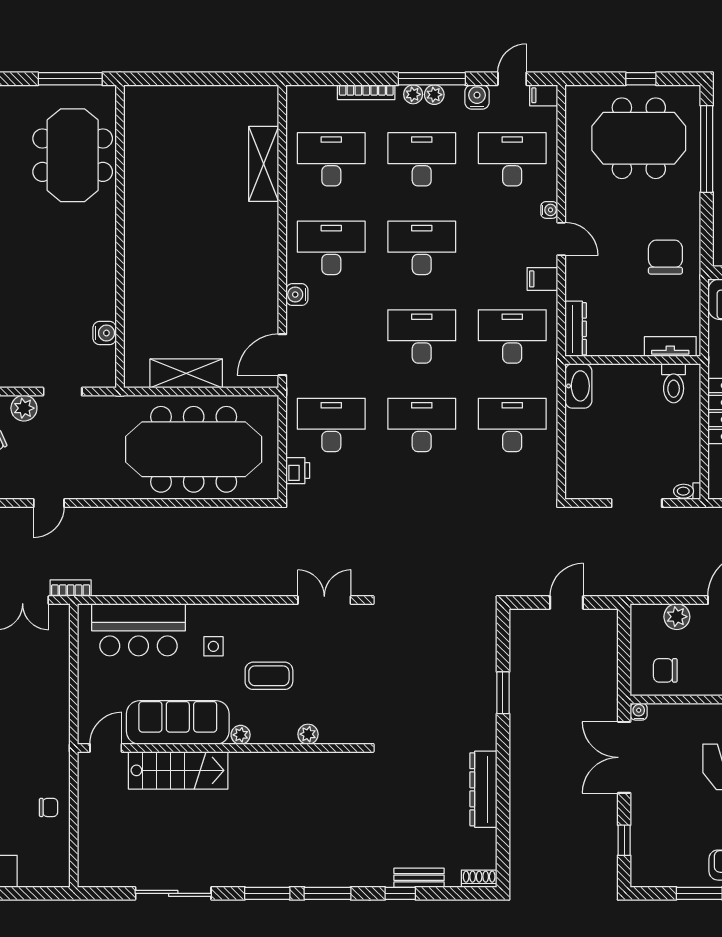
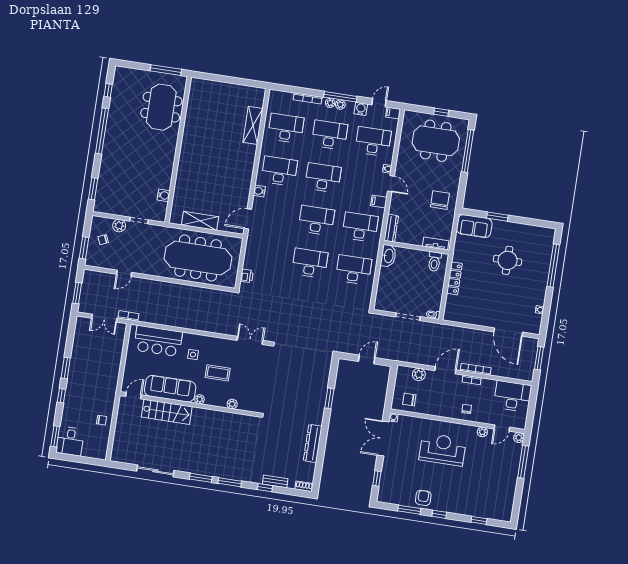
desk: (331, 425) -> (266, 256), removed

